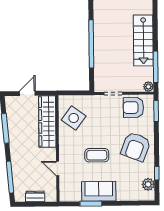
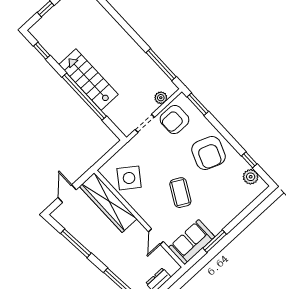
stairs: (143, 40) -> (88, 80), moved, turned 180
plant: (148, 87) -> (161, 98), moved
coffee table: (97, 155) -> (180, 193), turned -61
door: (58, 168) -> (156, 237), hinge flipped
sofa: (99, 191) -> (192, 242), moved

